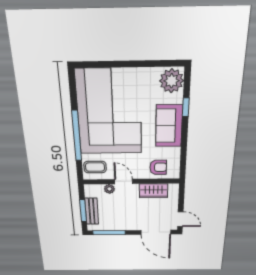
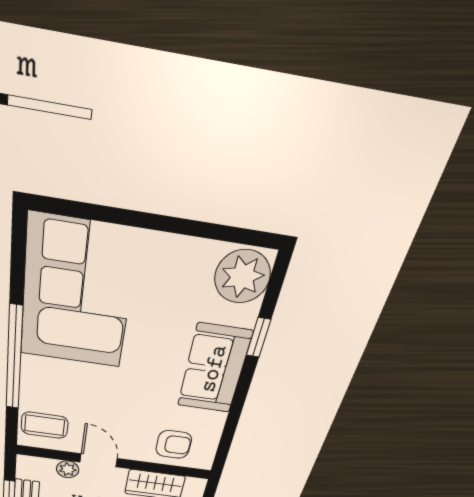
corner sofa: (109, 112) -> (77, 294), width x0.73, depth x0.74

